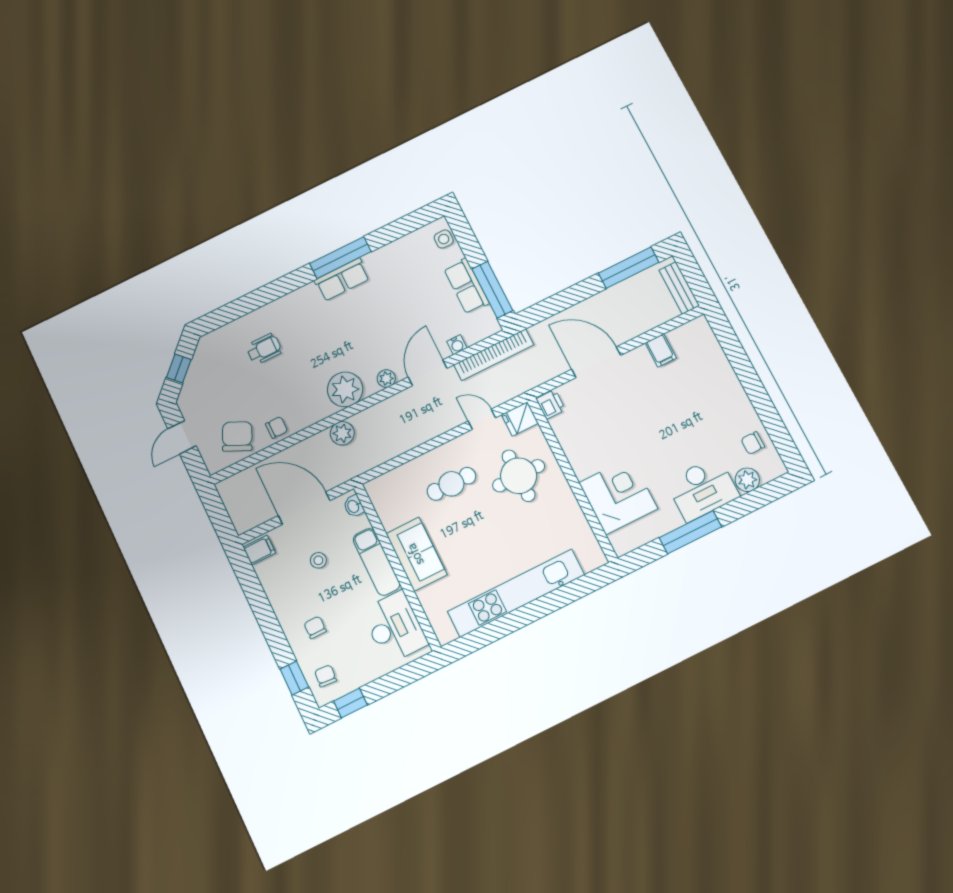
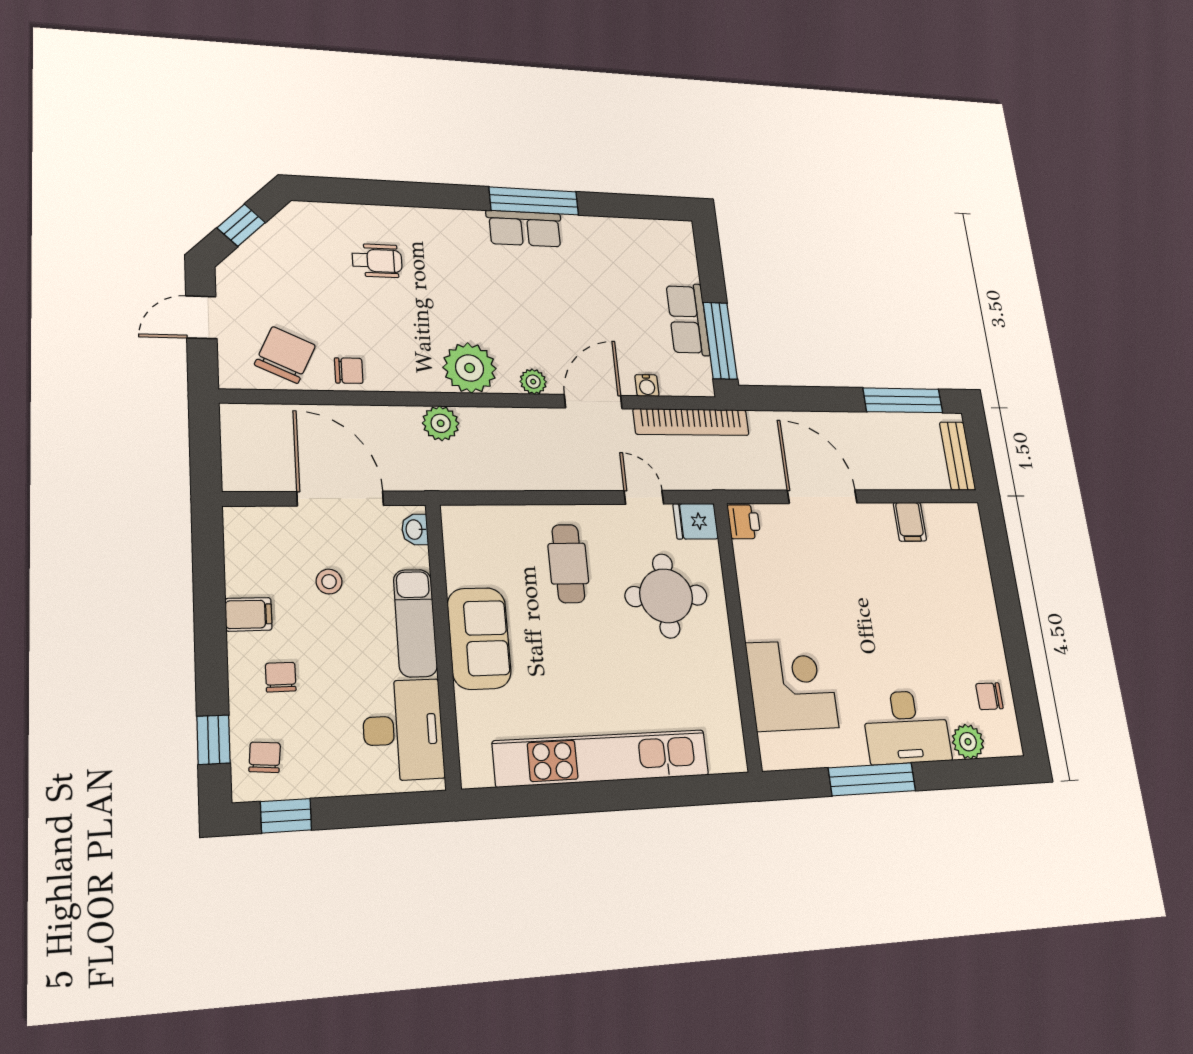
side table: (444, 239) -> (680, 248), removed
cafe table: (451, 484) -> (568, 564), turned 90
filing cabinet: (259, 550) -> (249, 614), moved

